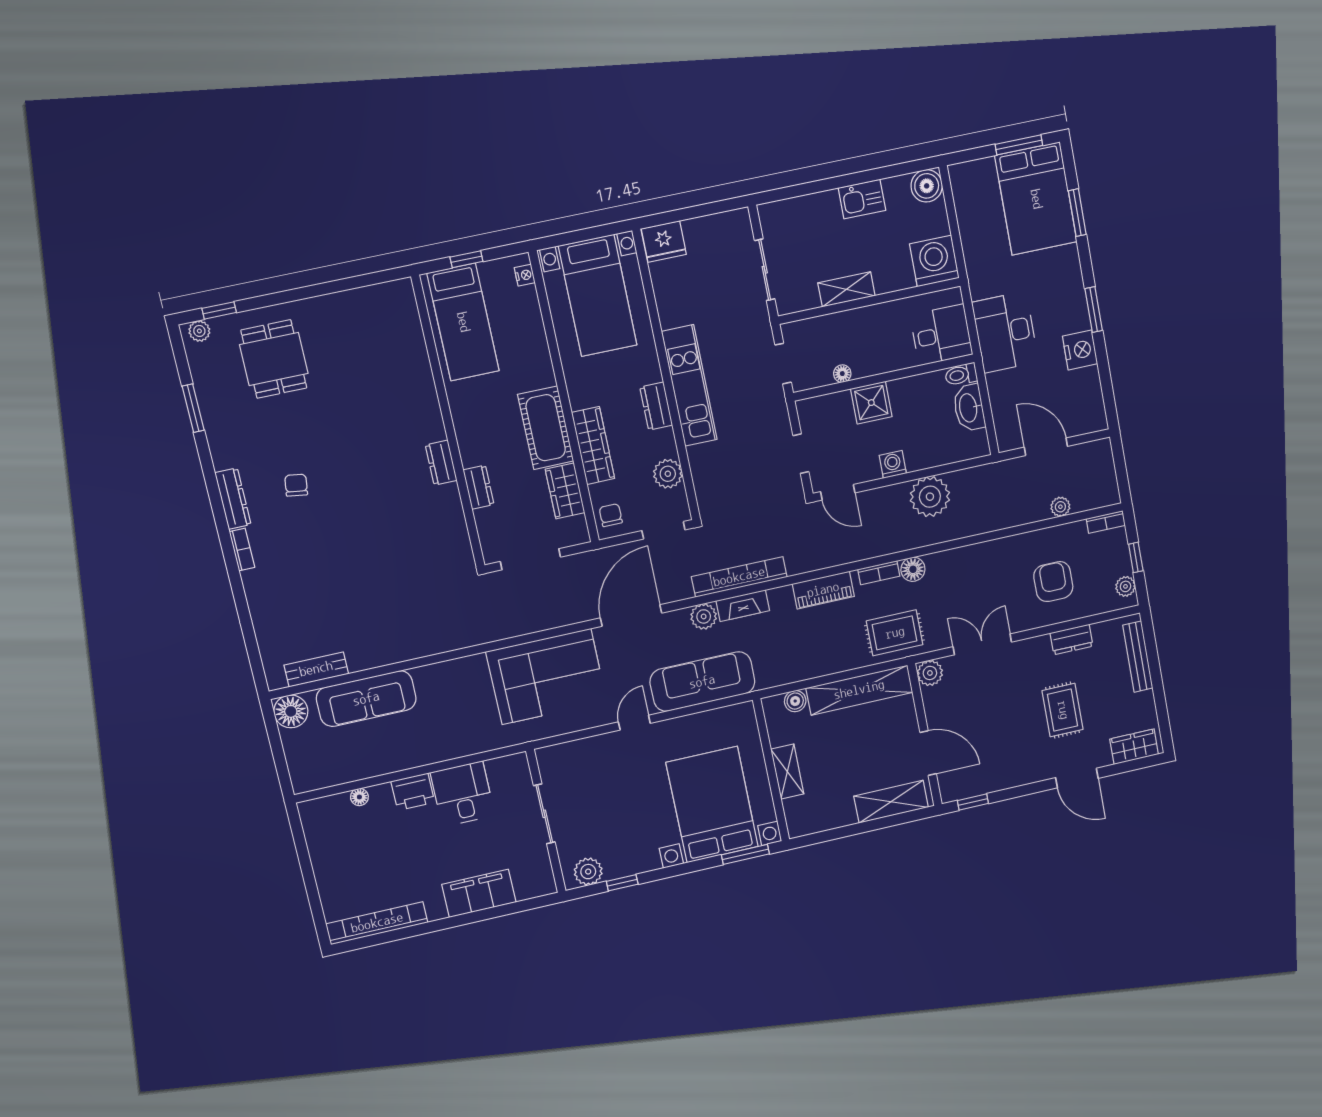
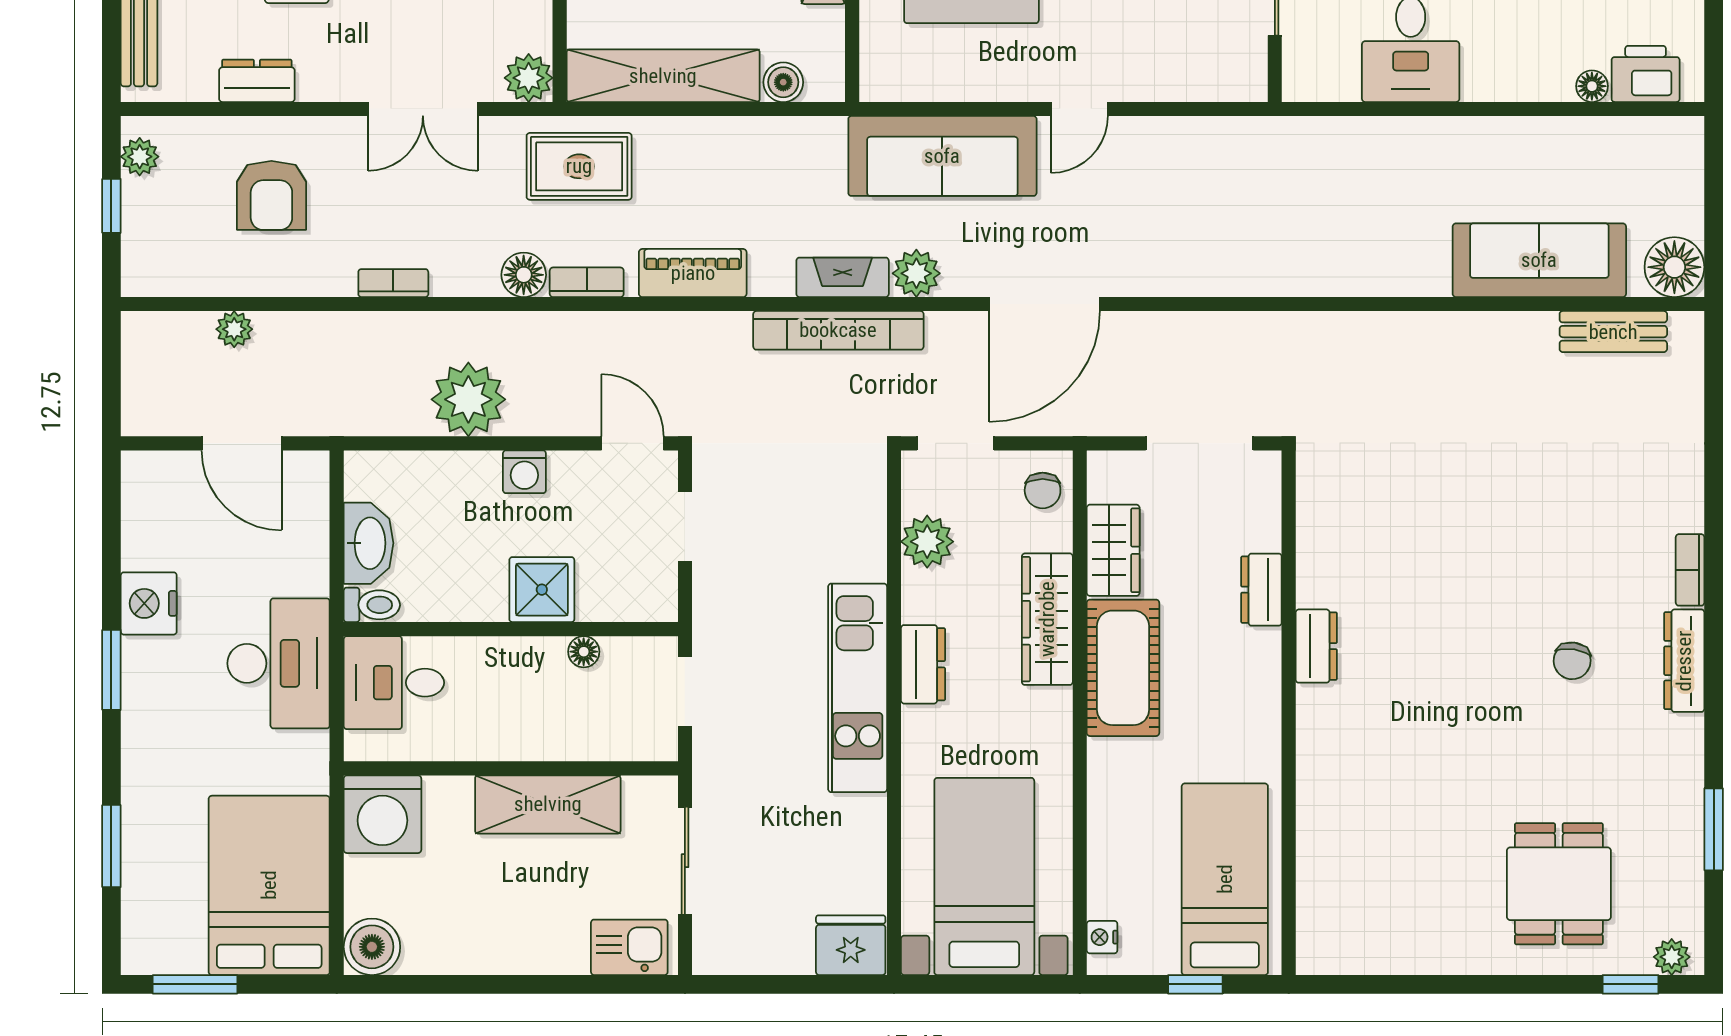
kitchen sink: (862, 199) -> (629, 947), moved
bed: (1036, 199) -> (269, 885), moved
shelving: (846, 289) -> (548, 804), width x1.50, depth x1.33
bookcase: (1106, 522) -> (393, 283), moved
corner sofa: (546, 677) -> (1217, 228), removed
printer: (413, 792) -> (1646, 74), moved

